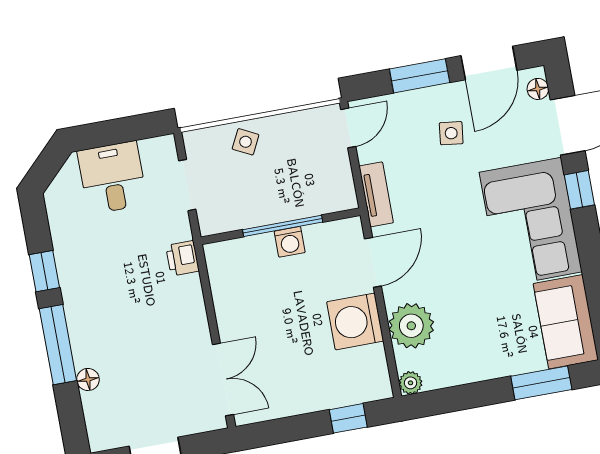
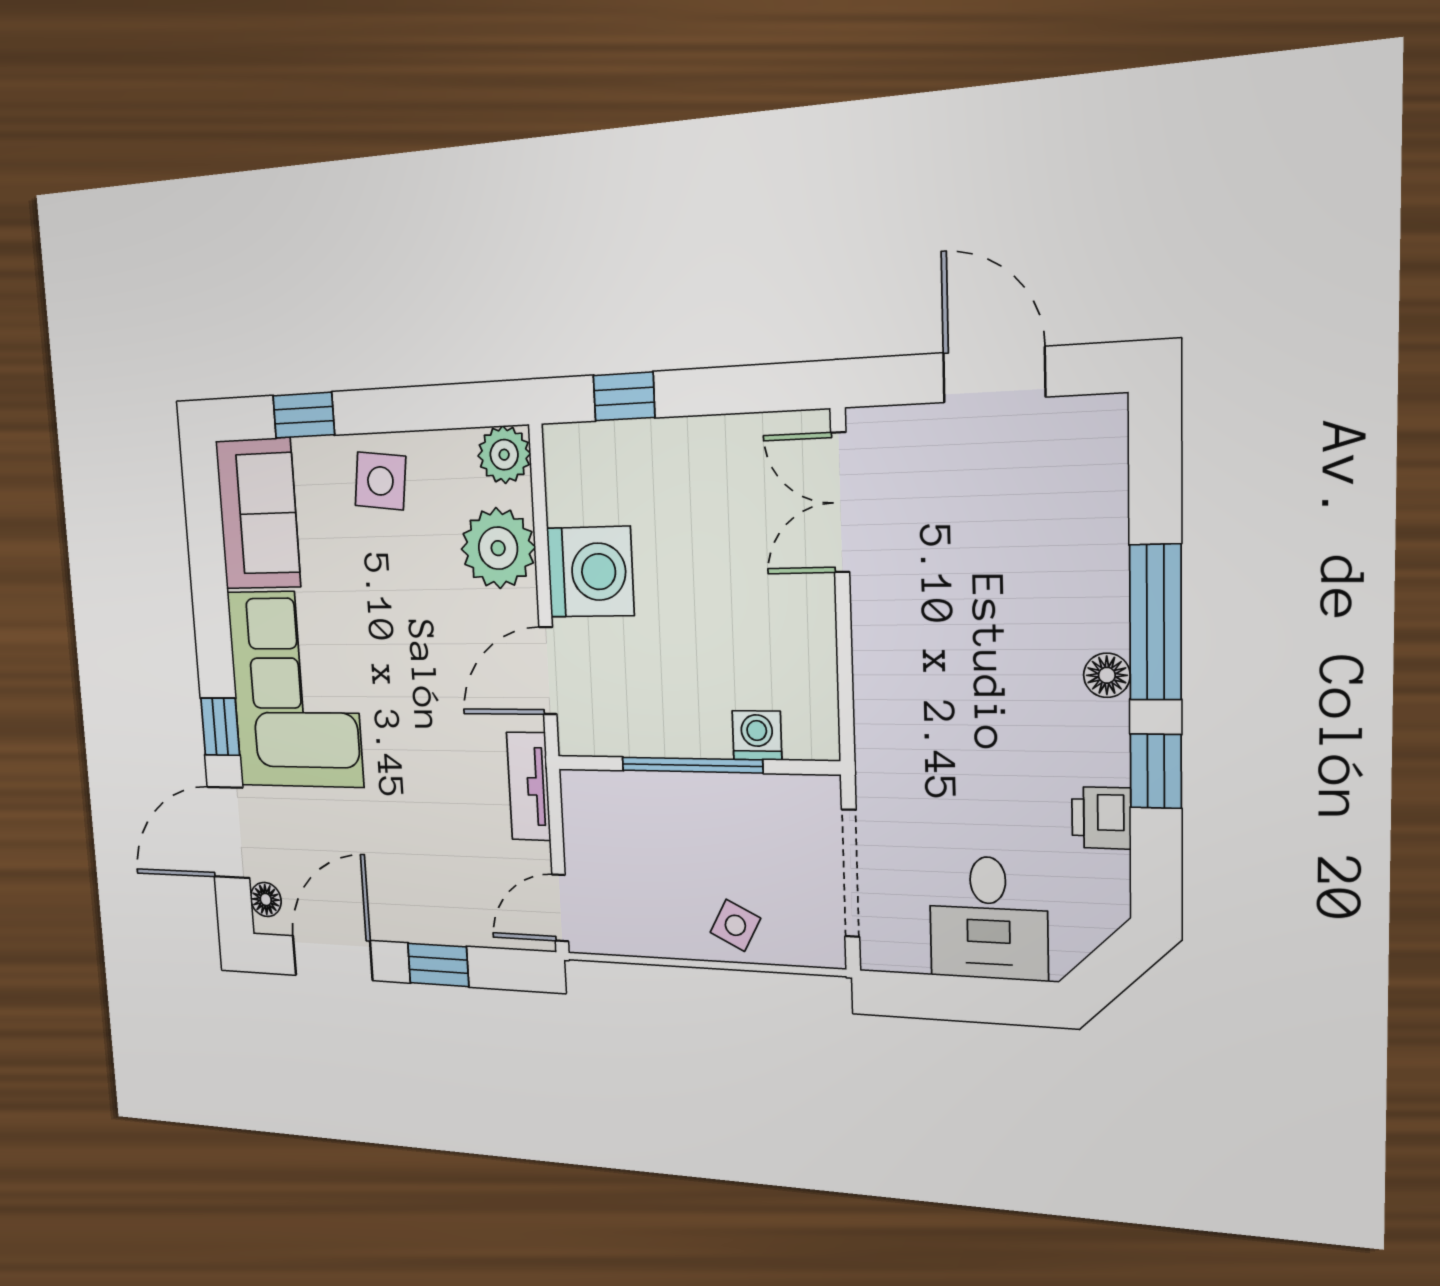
window: (420, 76) -> (438, 965), width x0.67
side table: (451, 133) -> (380, 481), moved, width x1.37, depth x1.37
doorway: (187, 185) -> (851, 873), width x1.38
washing machine: (290, 242) -> (757, 735), moved
printer: (182, 258) -> (1101, 818), moved, turned 180
floor lamp: (88, 379) -> (1107, 675), moved
plant: (410, 383) -> (504, 455), width x1.38, depth x1.38
window: (541, 383) -> (304, 415), width x0.67

